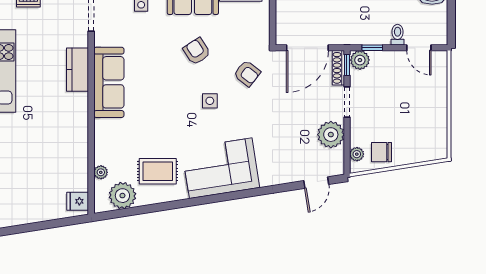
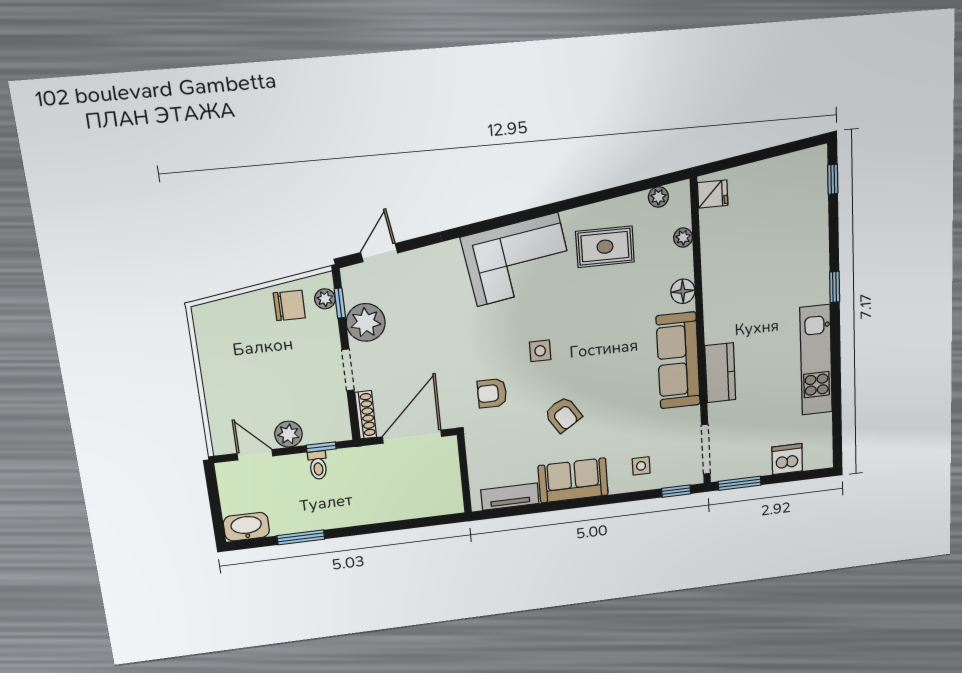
toilet: (398, 35) -> (318, 465), moved
plant: (360, 60) -> (288, 434), moved
window: (347, 65) -> (340, 303), moved
armchair: (247, 73) -> (492, 393), turned -38
floor lamp: (103, 133) -> (683, 291), added
plant: (122, 196) -> (658, 197), width x0.53, depth x0.53

